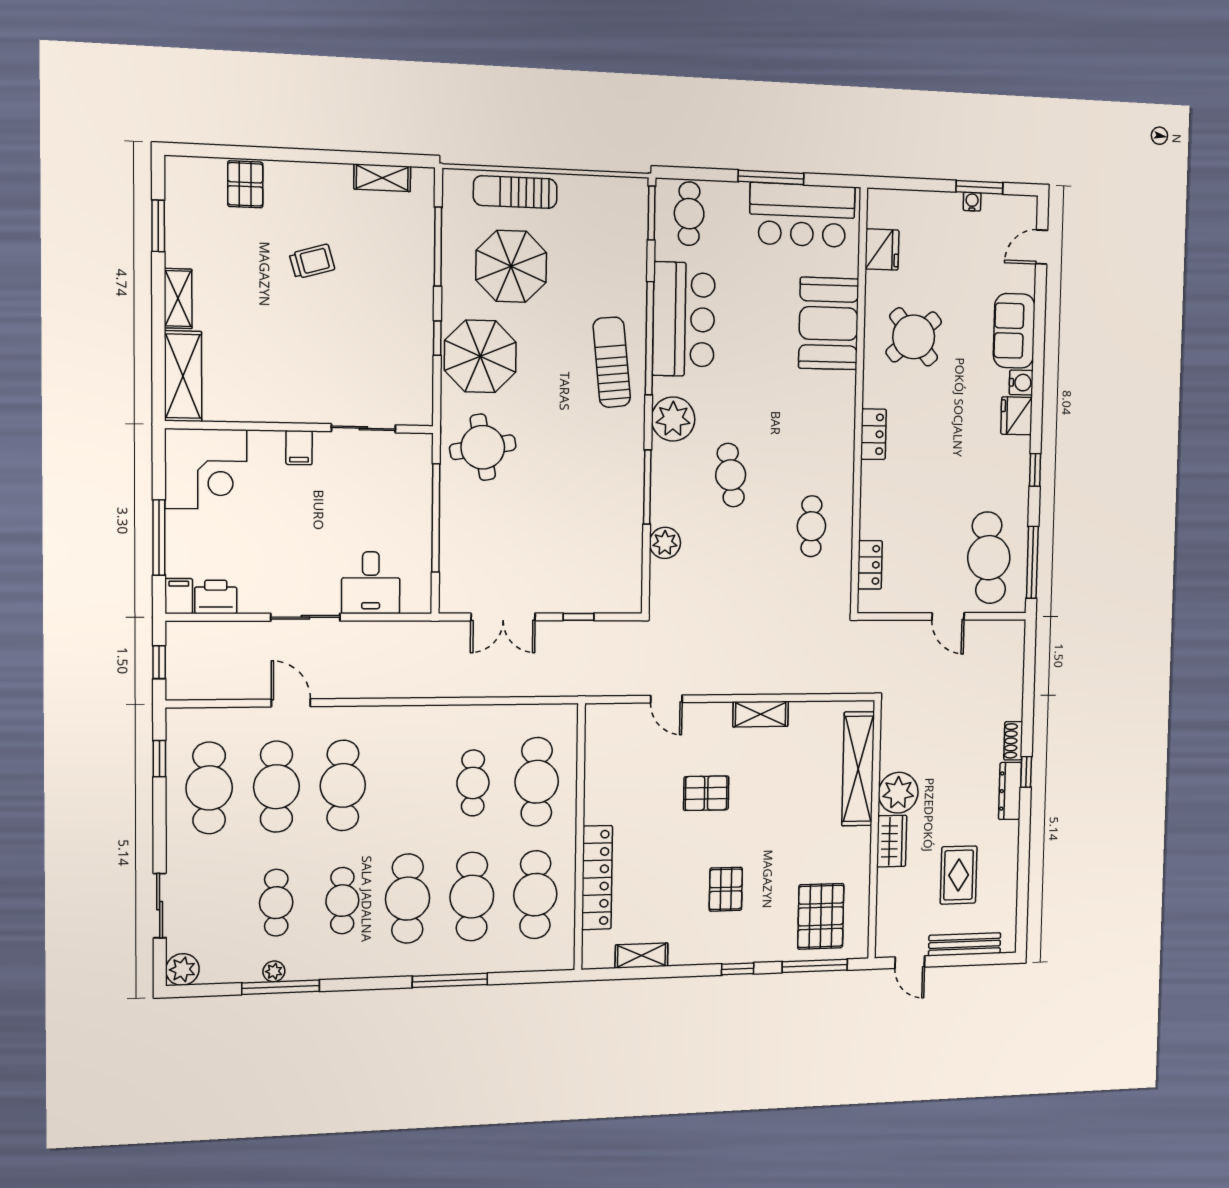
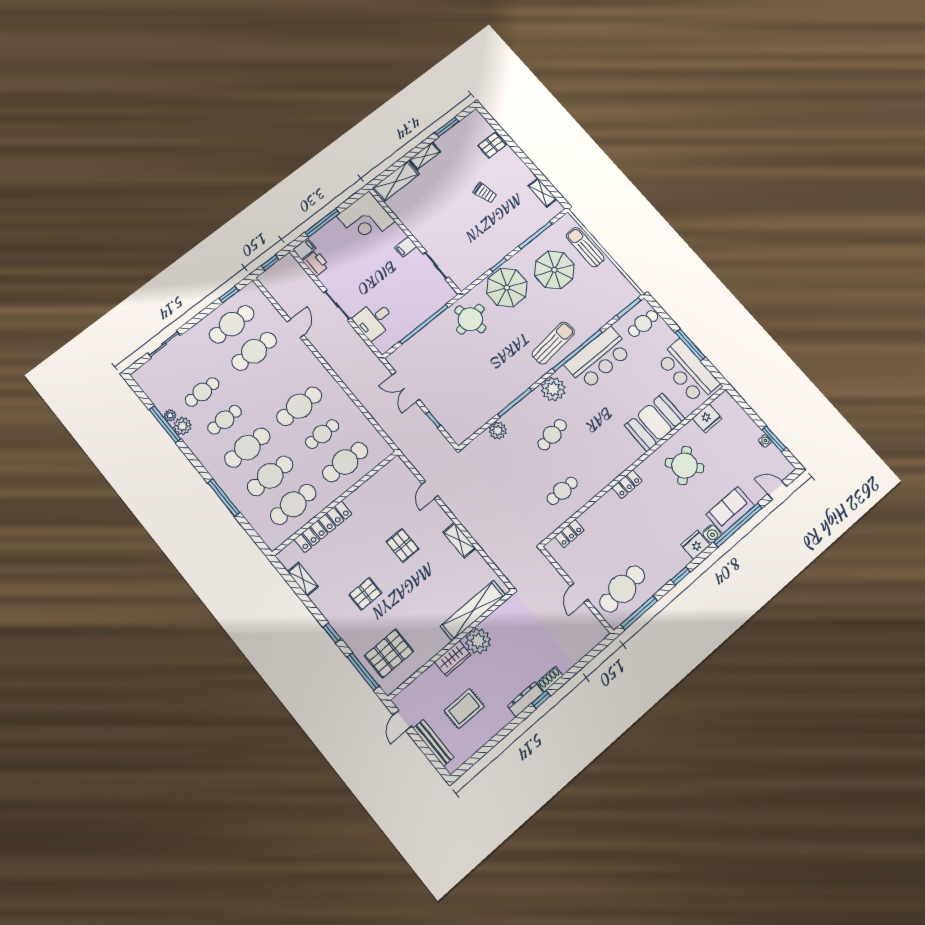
window: (1039, 339) -> (738, 525), added
cafe table: (343, 785) -> (299, 406), moved
plant: (182, 969) -> (182, 426), moved

